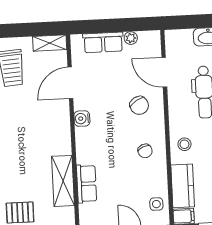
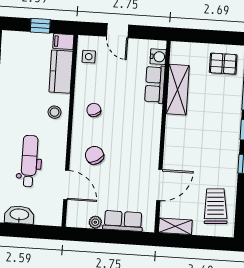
water cooler: (82, 119) -> (158, 57), moved

